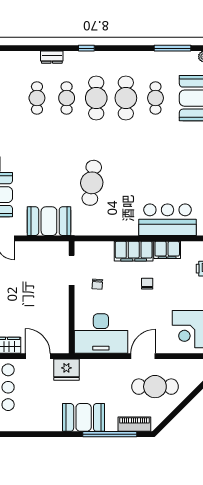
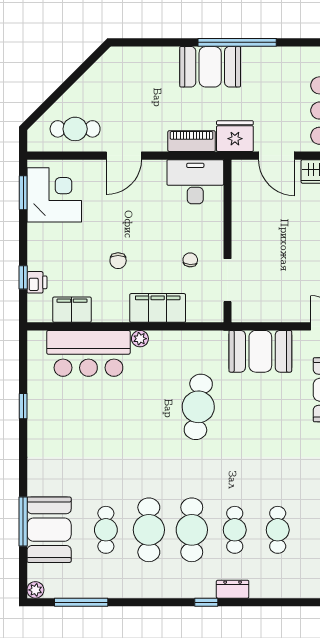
dresser: (52, 57) -> (233, 589), moved
plant: (132, 230) -> (140, 339), added
filing cabinet: (167, 250) -> (72, 310), moved
filing cabinet: (134, 251) -> (158, 308), moved
desk: (101, 333) -> (195, 182), width x0.73, depth x0.77
cafe table: (155, 387) -> (75, 129), moved, width x0.73, depth x0.74
piano: (134, 424) -> (192, 141), moved, turned 180
window: (110, 434) -> (237, 42), moved

